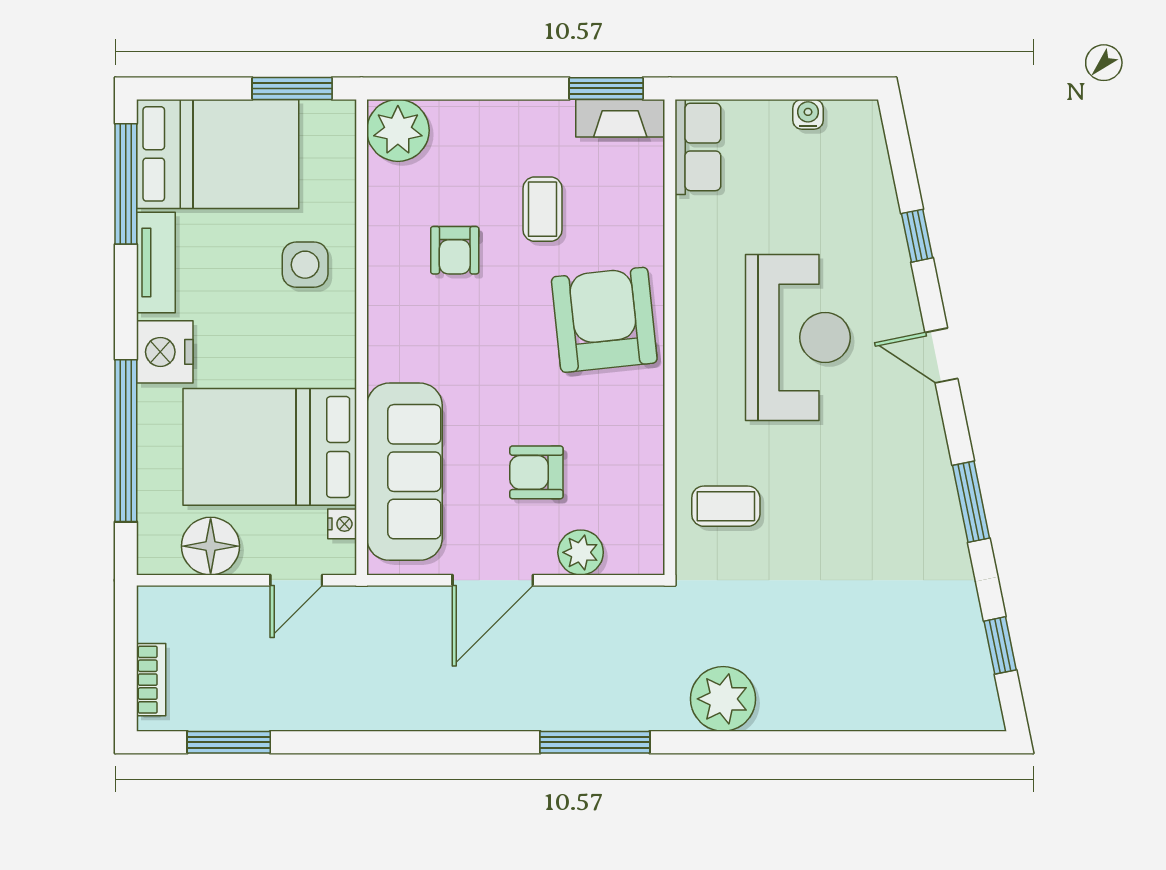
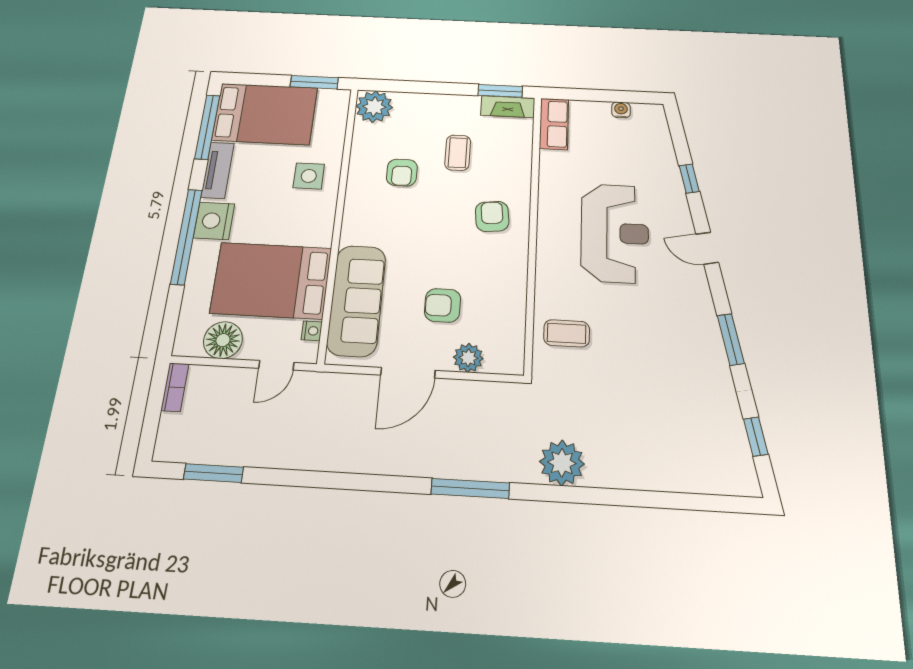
armchair: (604, 320) -> (492, 216), width x0.53, depth x0.53
window: (126, 441) -> (186, 236), moved
bookcase: (151, 680) -> (175, 387), moved

